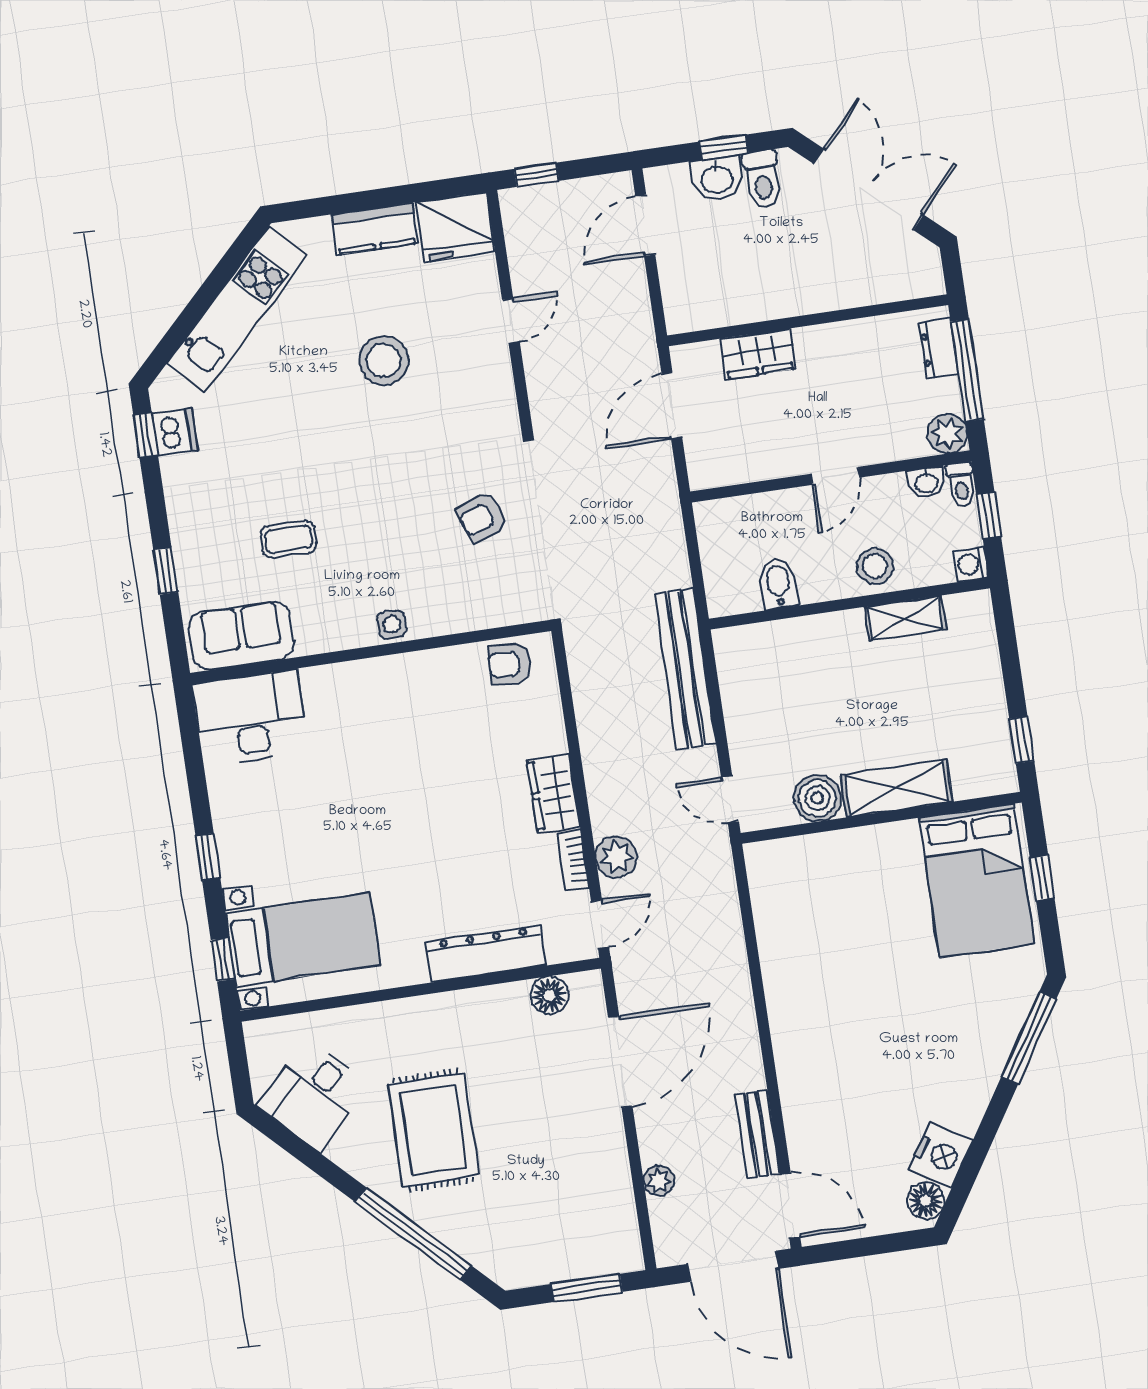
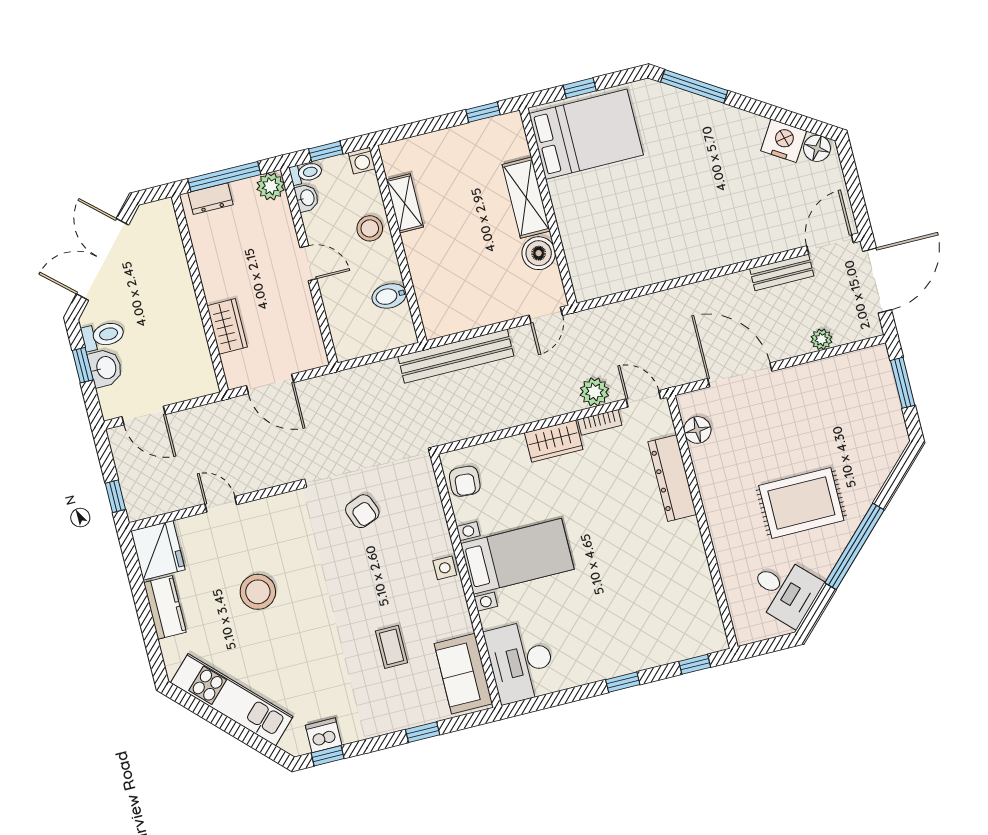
bed with nightstands: (303, 939) -> (517, 556), moved, turned 90
window: (413, 1234) -> (855, 546), moved

